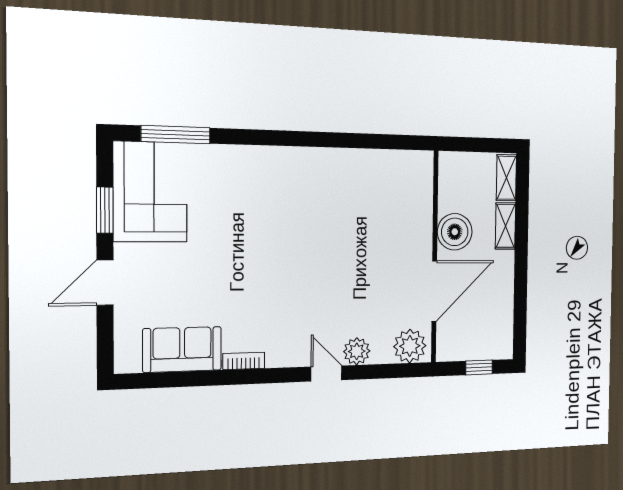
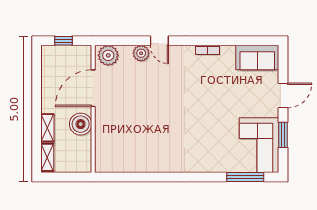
sofa: (182, 349) -> (257, 57), moved

